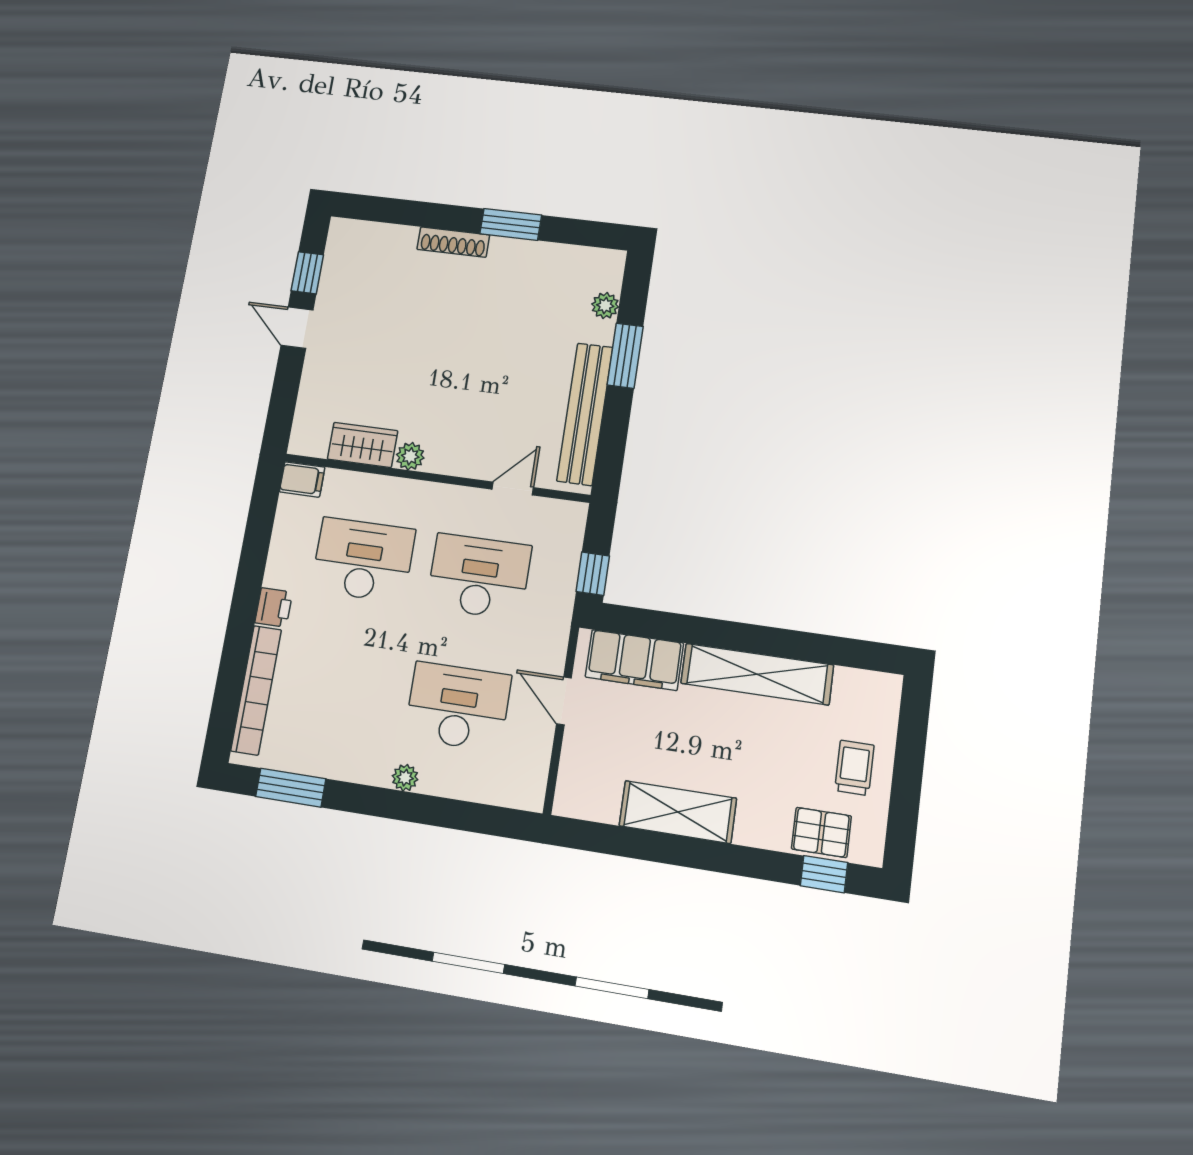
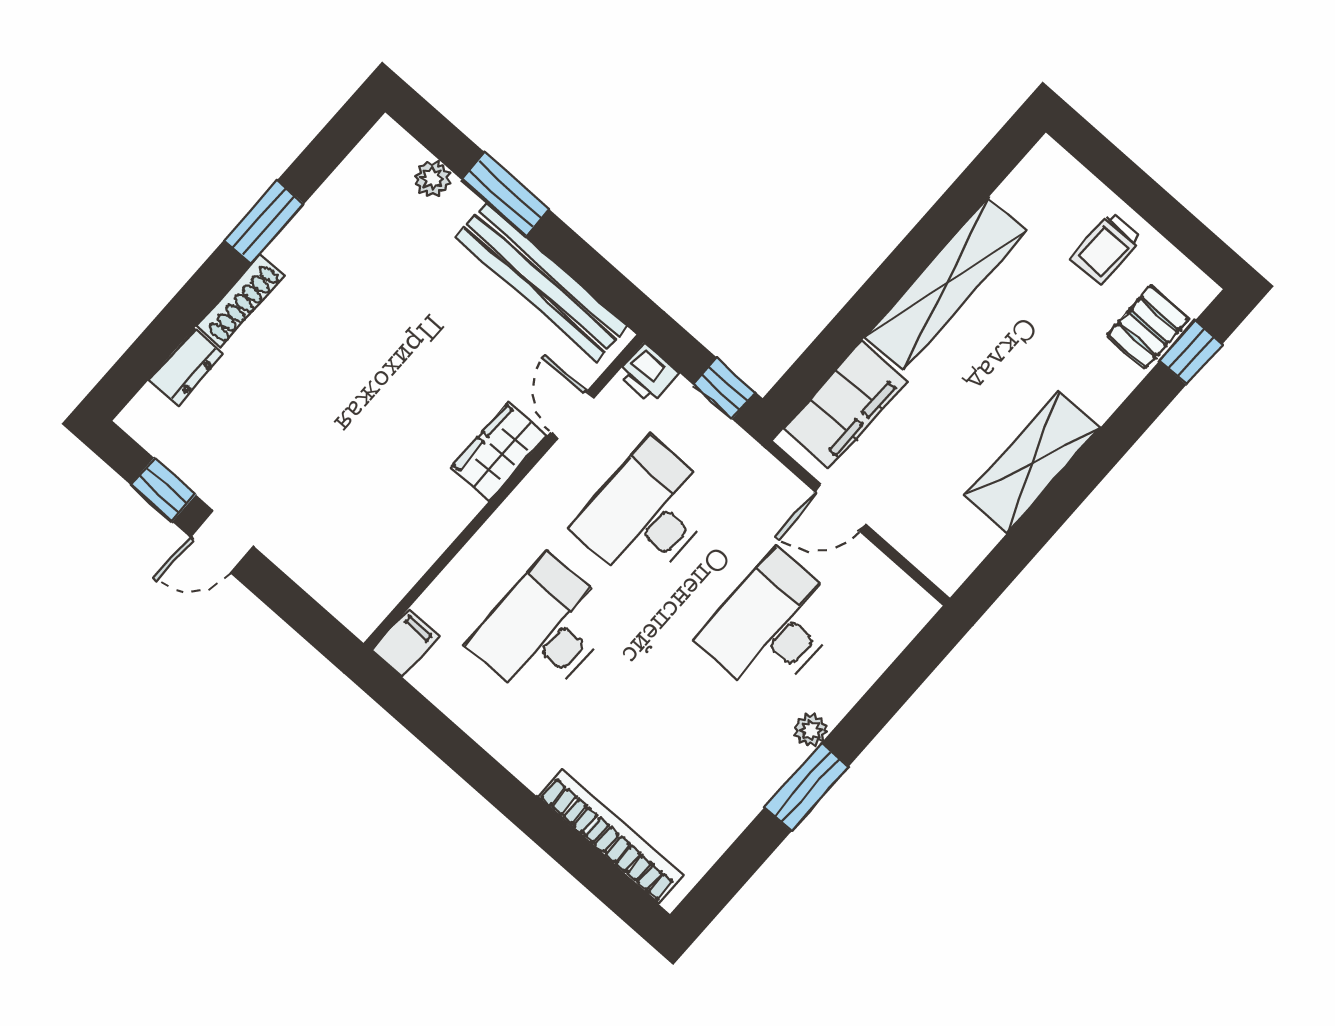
dresser: (391, 237) -> (186, 367), added
wardrobe: (363, 445) -> (499, 452), moved
plant: (410, 456) -> (460, 506), removed
printer: (274, 607) -> (648, 373), moved, turned 180
trolley: (854, 768) -> (1106, 249), turned -90
window: (291, 788) -> (806, 787), moved

